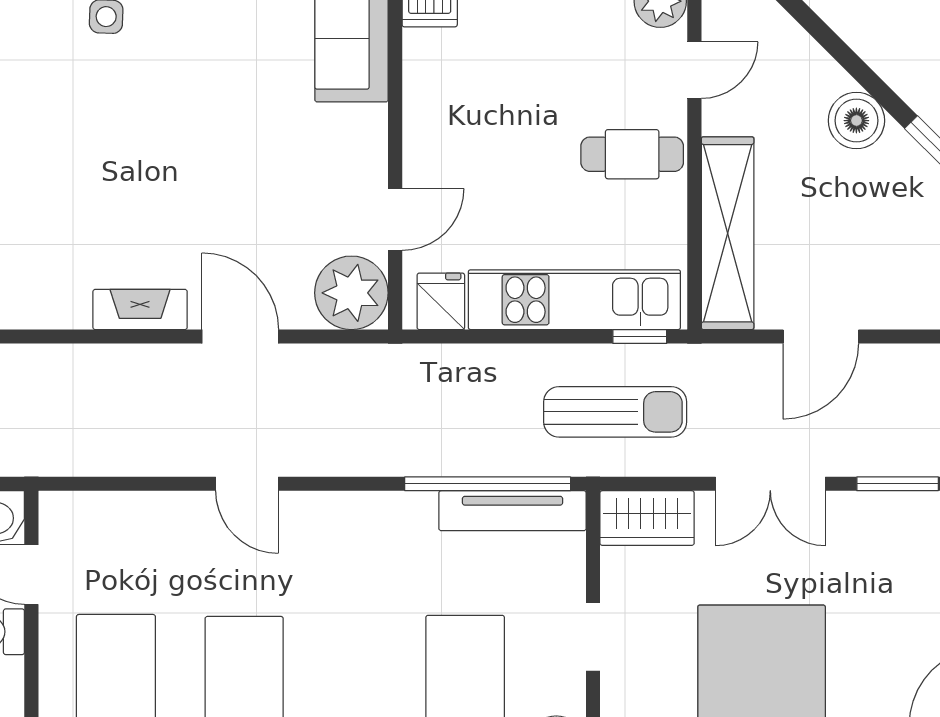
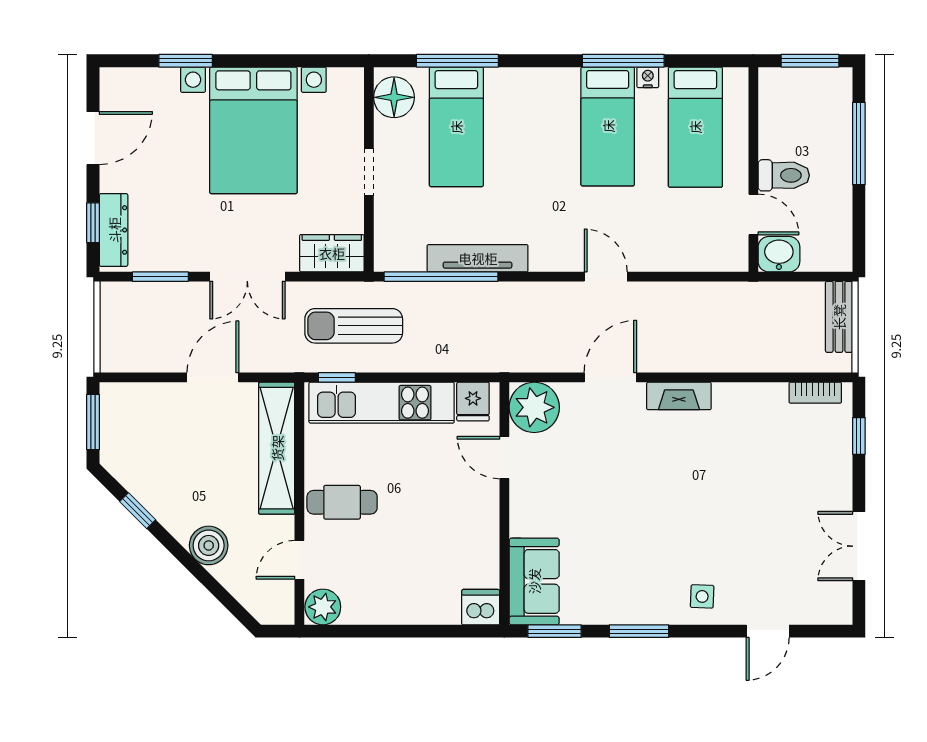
boiler: (856, 121) -> (209, 545), moved
door: (395, 219) -> (504, 458), hinge flipped
door: (240, 337) -> (610, 377), swing flipped
double door: (770, 484) -> (247, 277), swing flipped
tv unit: (513, 511) -> (478, 258), moved

